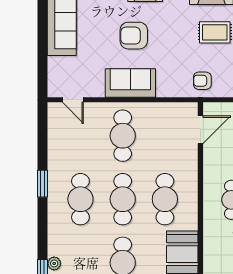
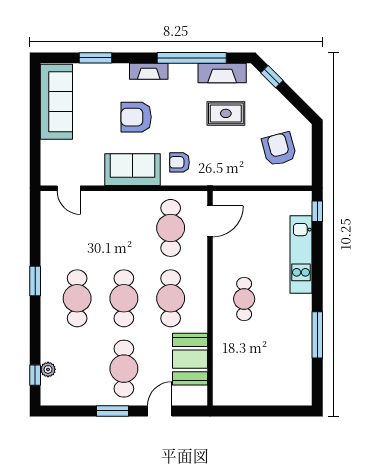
armchair: (202, 81) -> (180, 162), moved
cafe table: (123, 136) -> (171, 228), moved

